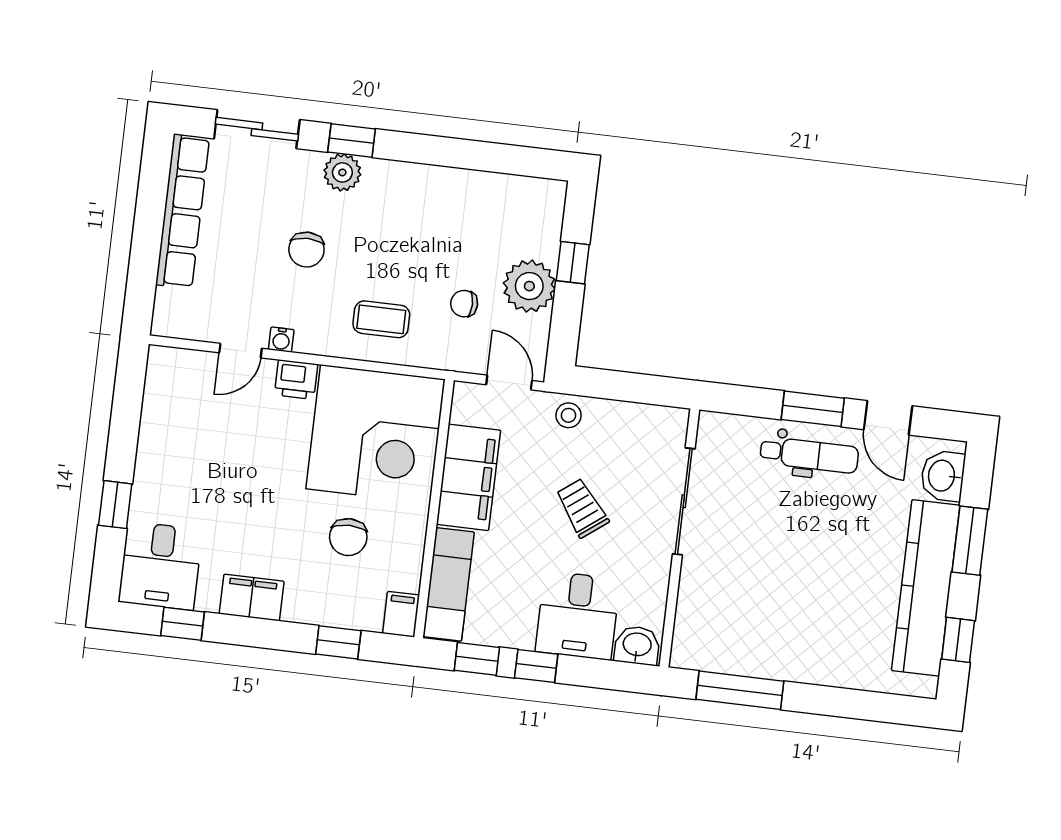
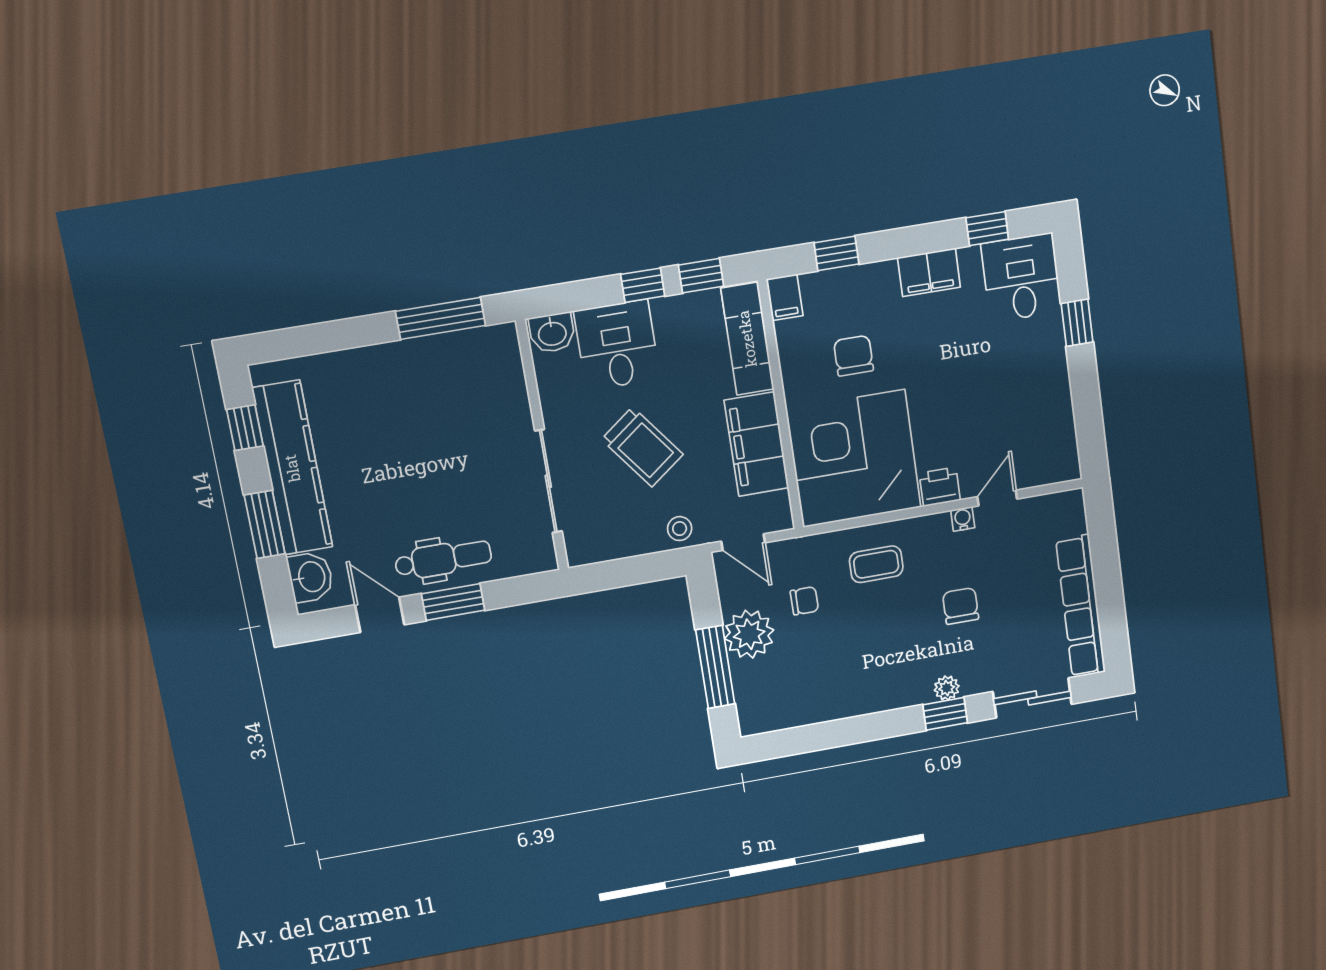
plant: (342, 172) -> (947, 688), width x0.73, depth x0.73
window: (573, 263) -> (715, 667), width x2.17
dental chair: (809, 455) -> (443, 559), turned 180
trolley: (582, 508) -> (642, 447), width x1.36, depth x1.39

